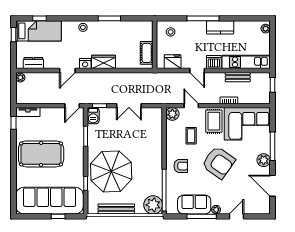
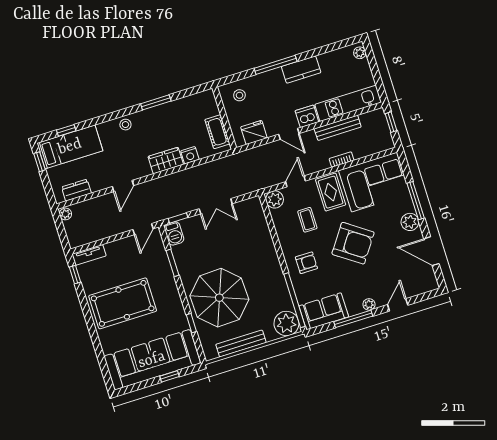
nightstand: (85, 64) -> (190, 155), moved
bench: (238, 77) -> (338, 128), width x1.36
door: (191, 106) -> (295, 181), hinge flipped
sofa: (194, 204) -> (324, 311), moved

